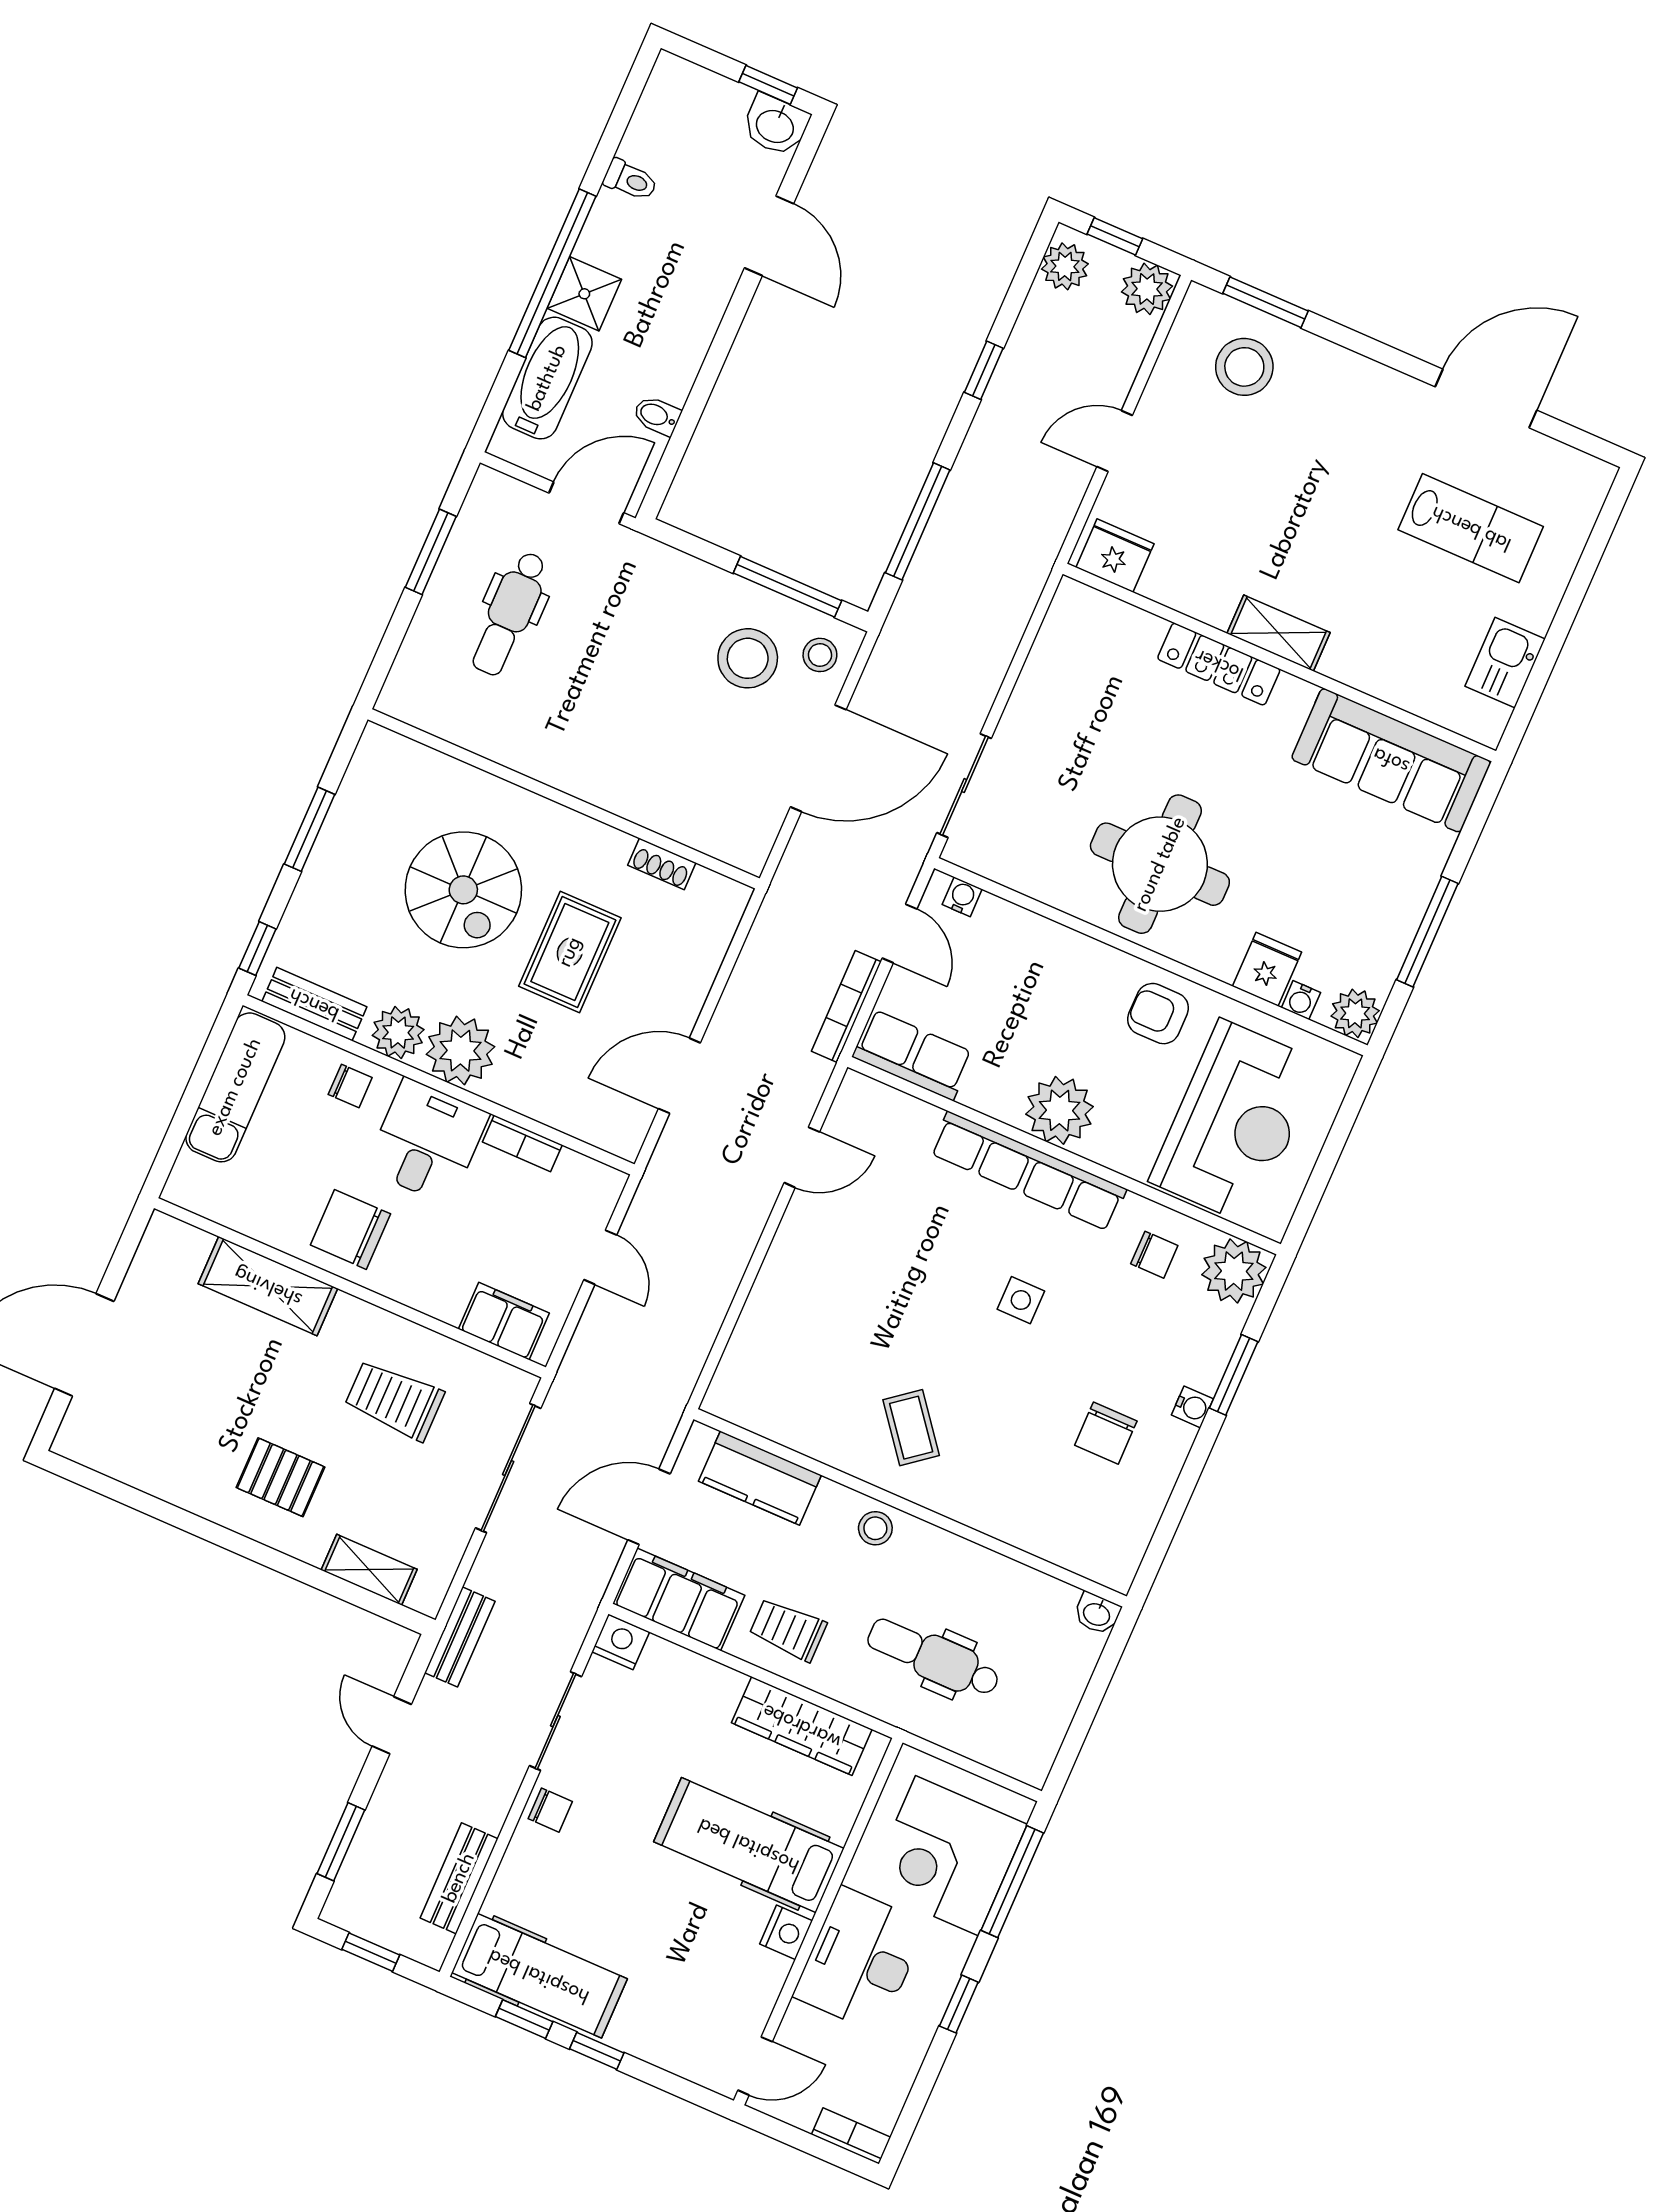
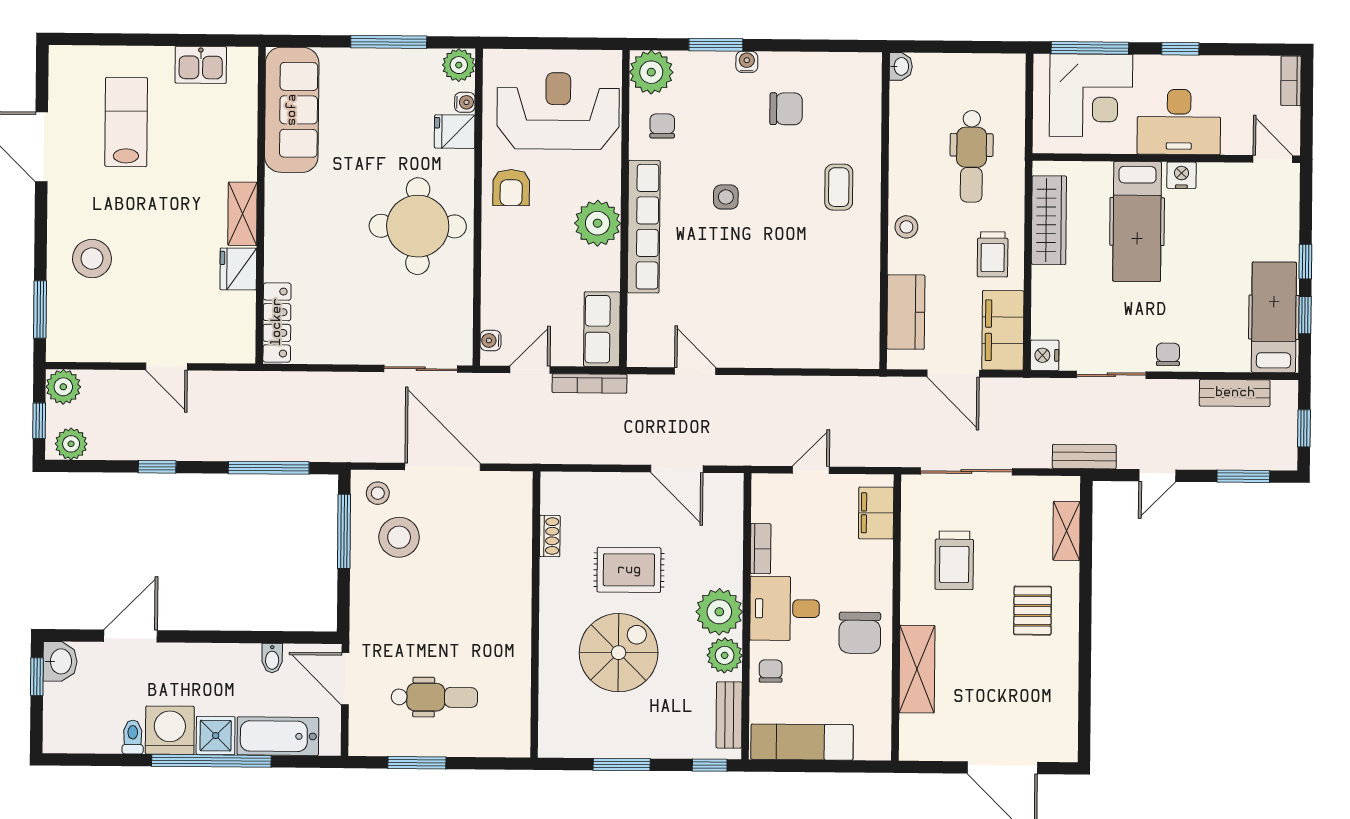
washing machine: (618, 235) -> (170, 730), added
stool: (1244, 367) -> (92, 259), moved
fridge: (1115, 556) -> (238, 269), moved
locker: (1219, 664) -> (277, 322), moved
coffee table: (911, 1428) -> (839, 187), moved, turned -52

